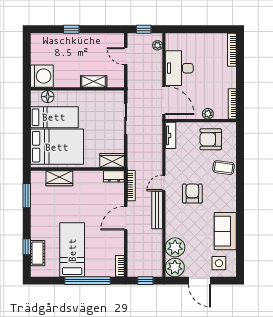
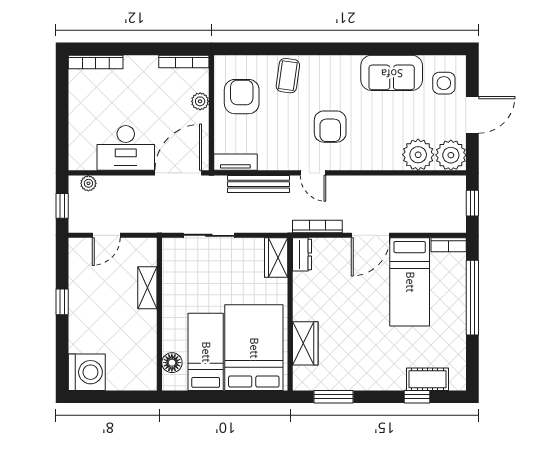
window: (71, 29) -> (62, 302), moved
washing machine: (42, 76) -> (87, 372), moved, turned 90
armchair: (211, 139) -> (242, 97), turned 180
armchair: (192, 194) -> (330, 127), turned -90
bench: (157, 210) -> (259, 184), moved
door: (126, 218) -> (371, 235), hinge flipped
bed: (72, 250) -> (410, 282), moved, turned -90

